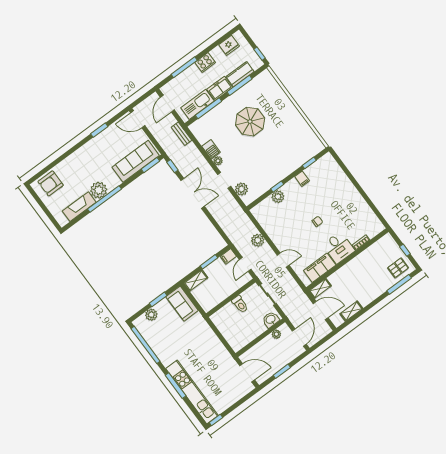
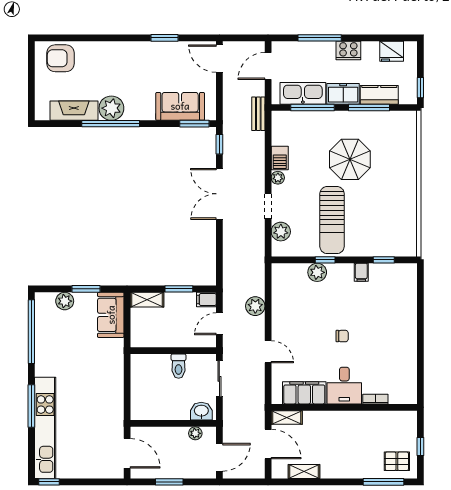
sofa: (136, 161) -> (180, 106), width x0.73
sun lounger: (265, 162) -> (332, 220), added
double door: (193, 193) -> (219, 194), swing flipped

